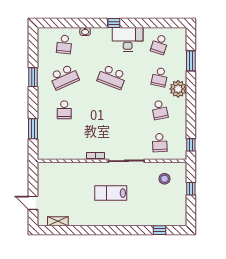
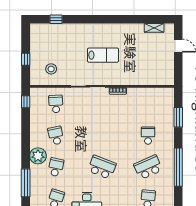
window: (191, 61) -> (26, 183), width x1.44
window: (33, 77) -> (178, 167), width x2.11

